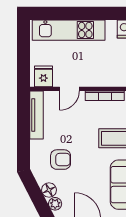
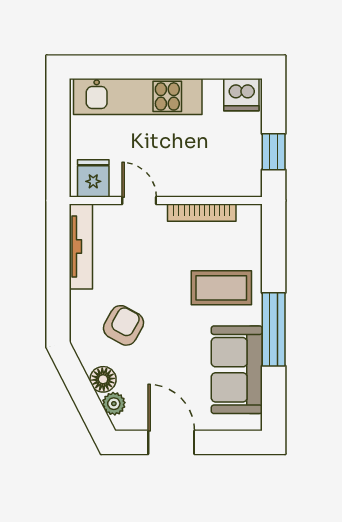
door: (69, 89) -> (139, 200), swing flipped
armchair: (61, 160) -> (123, 325), turned -61

